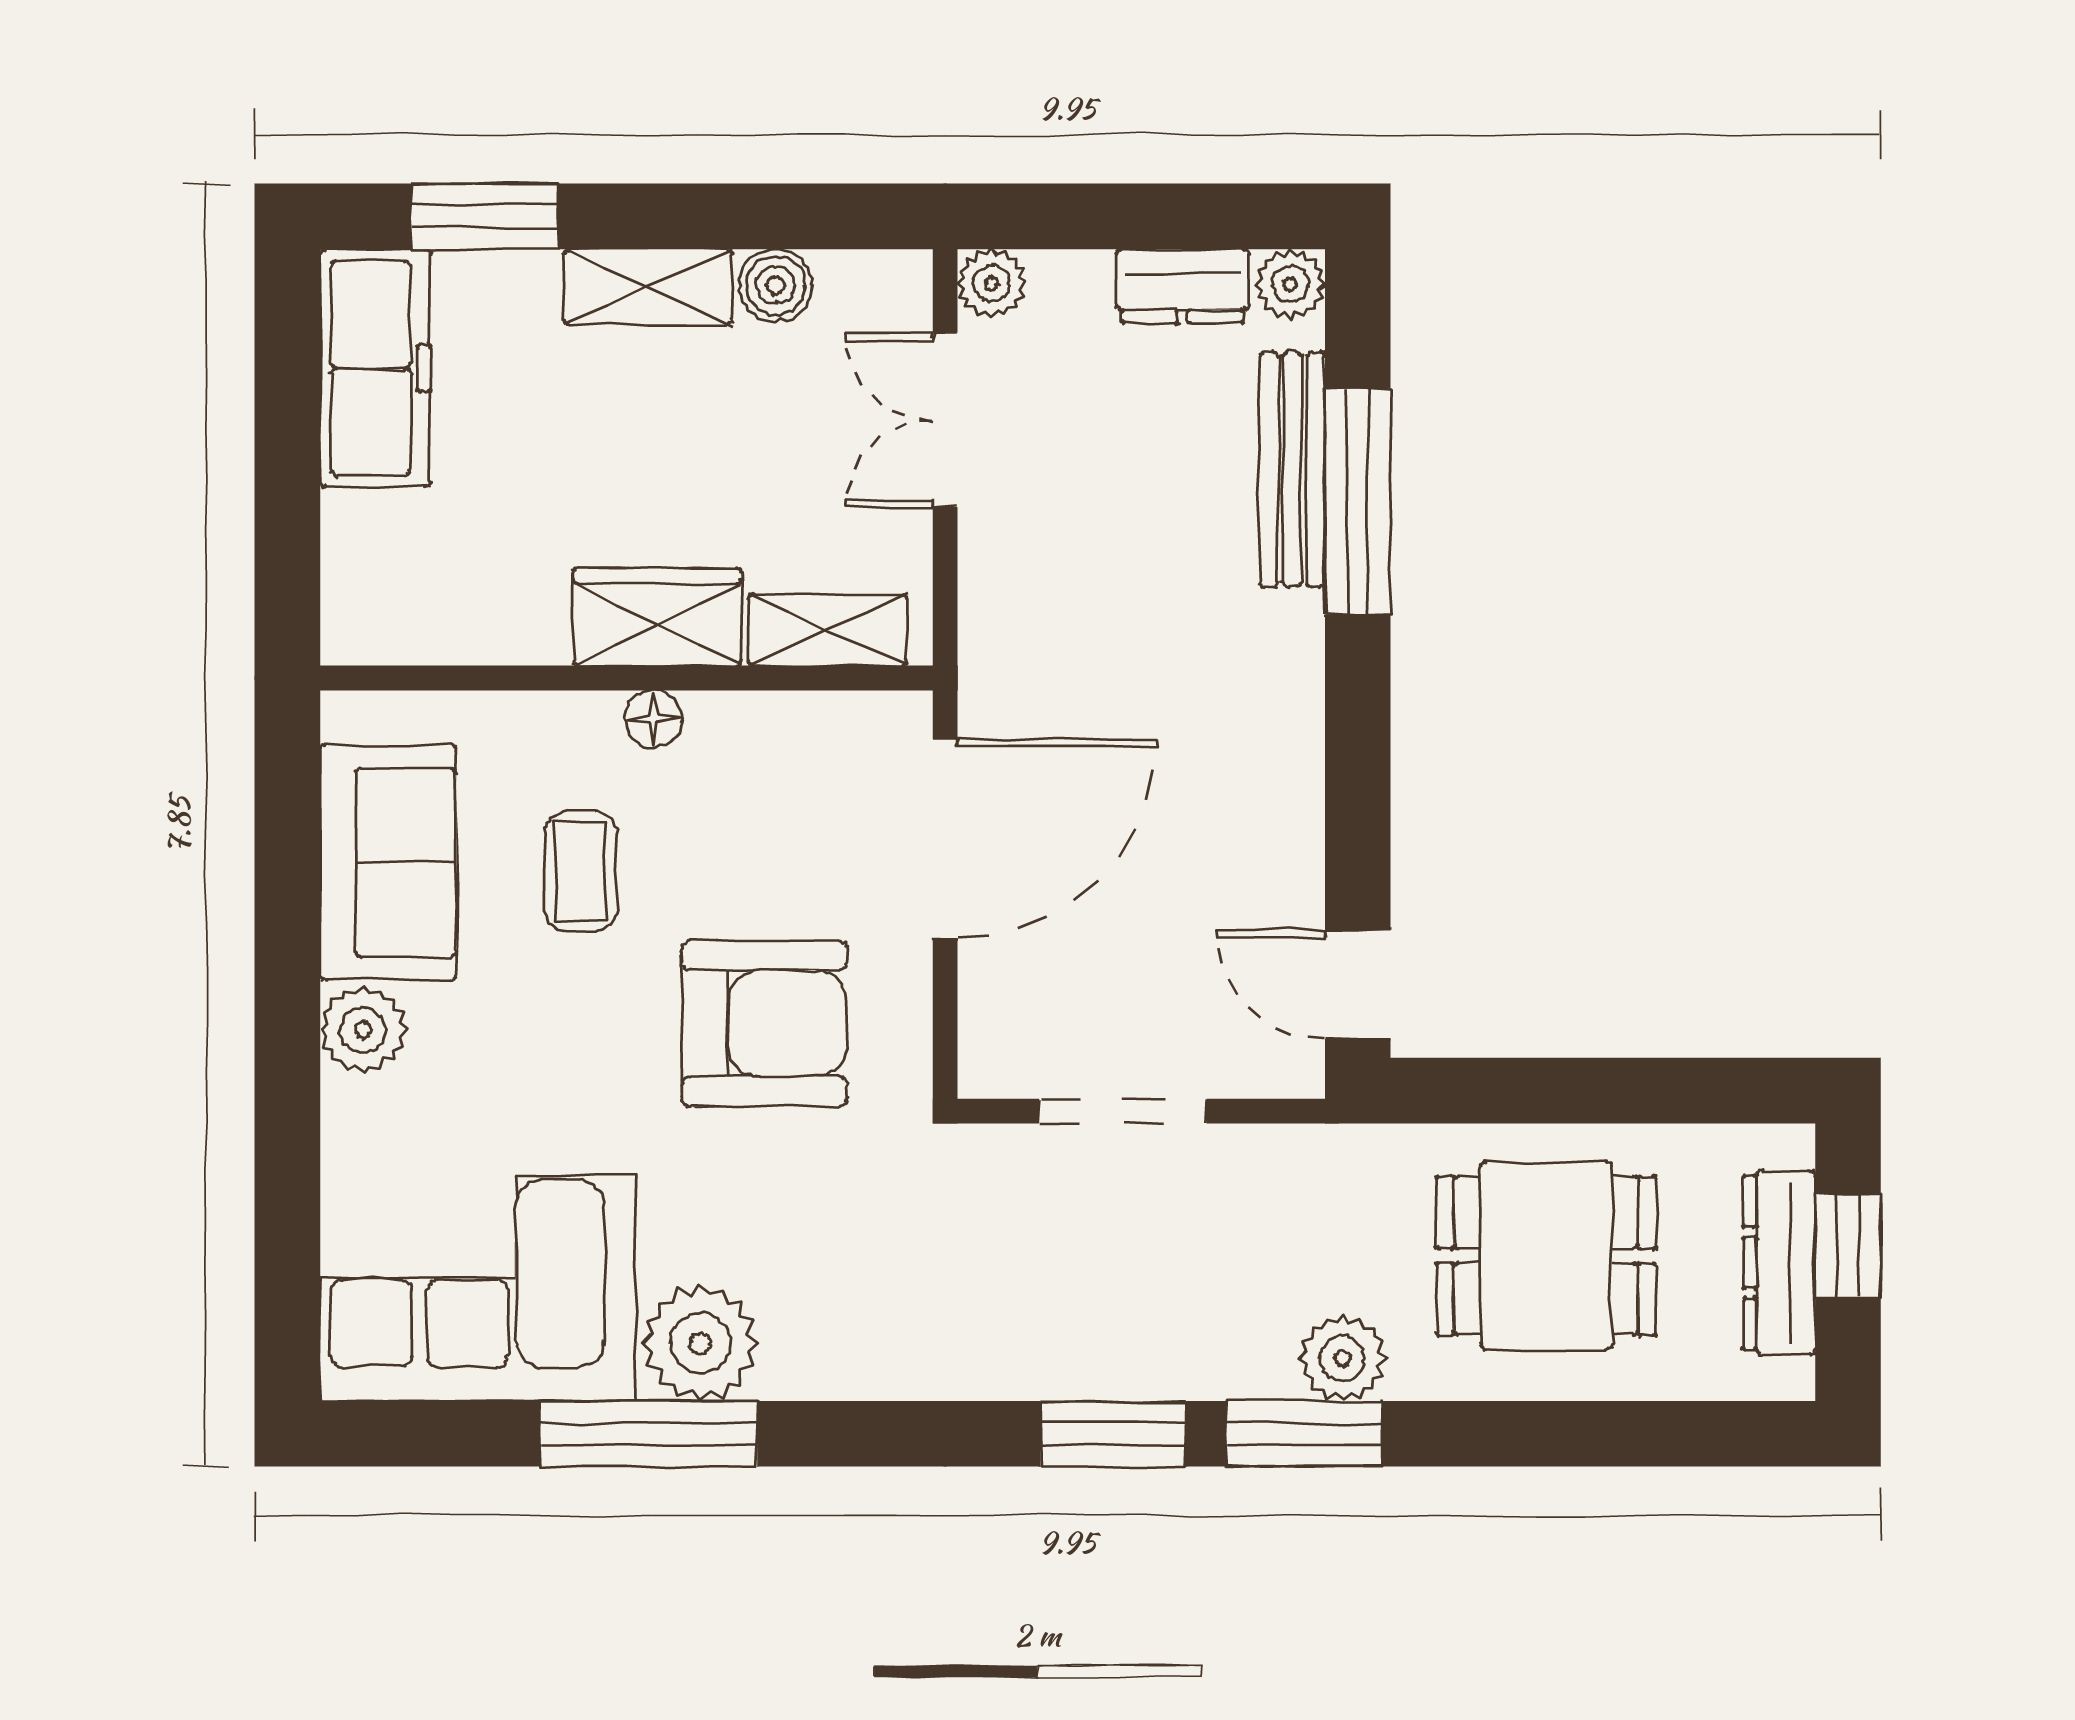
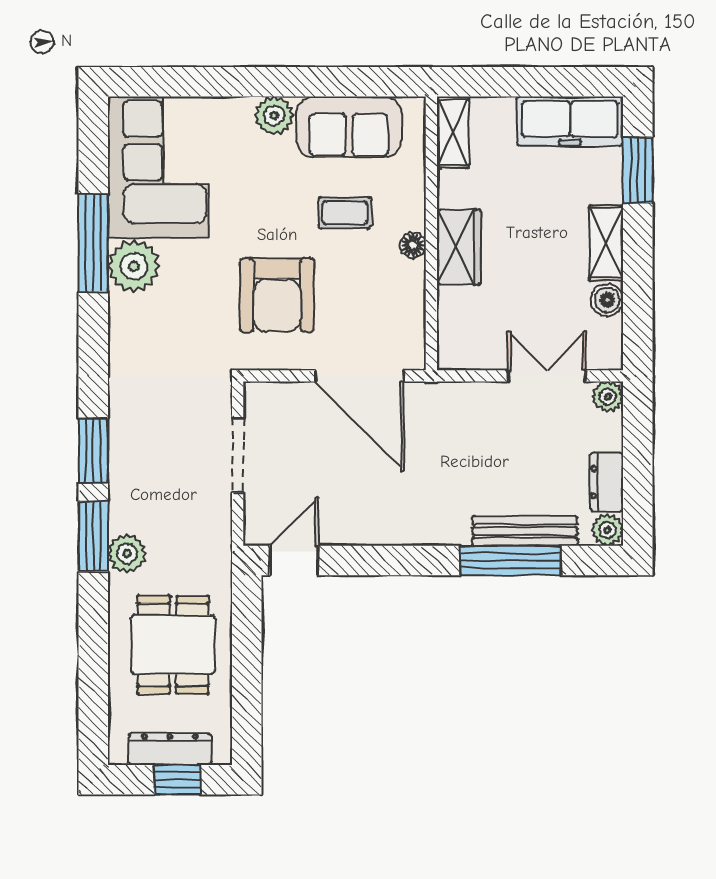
shelving: (828, 630) -> (453, 132), moved

